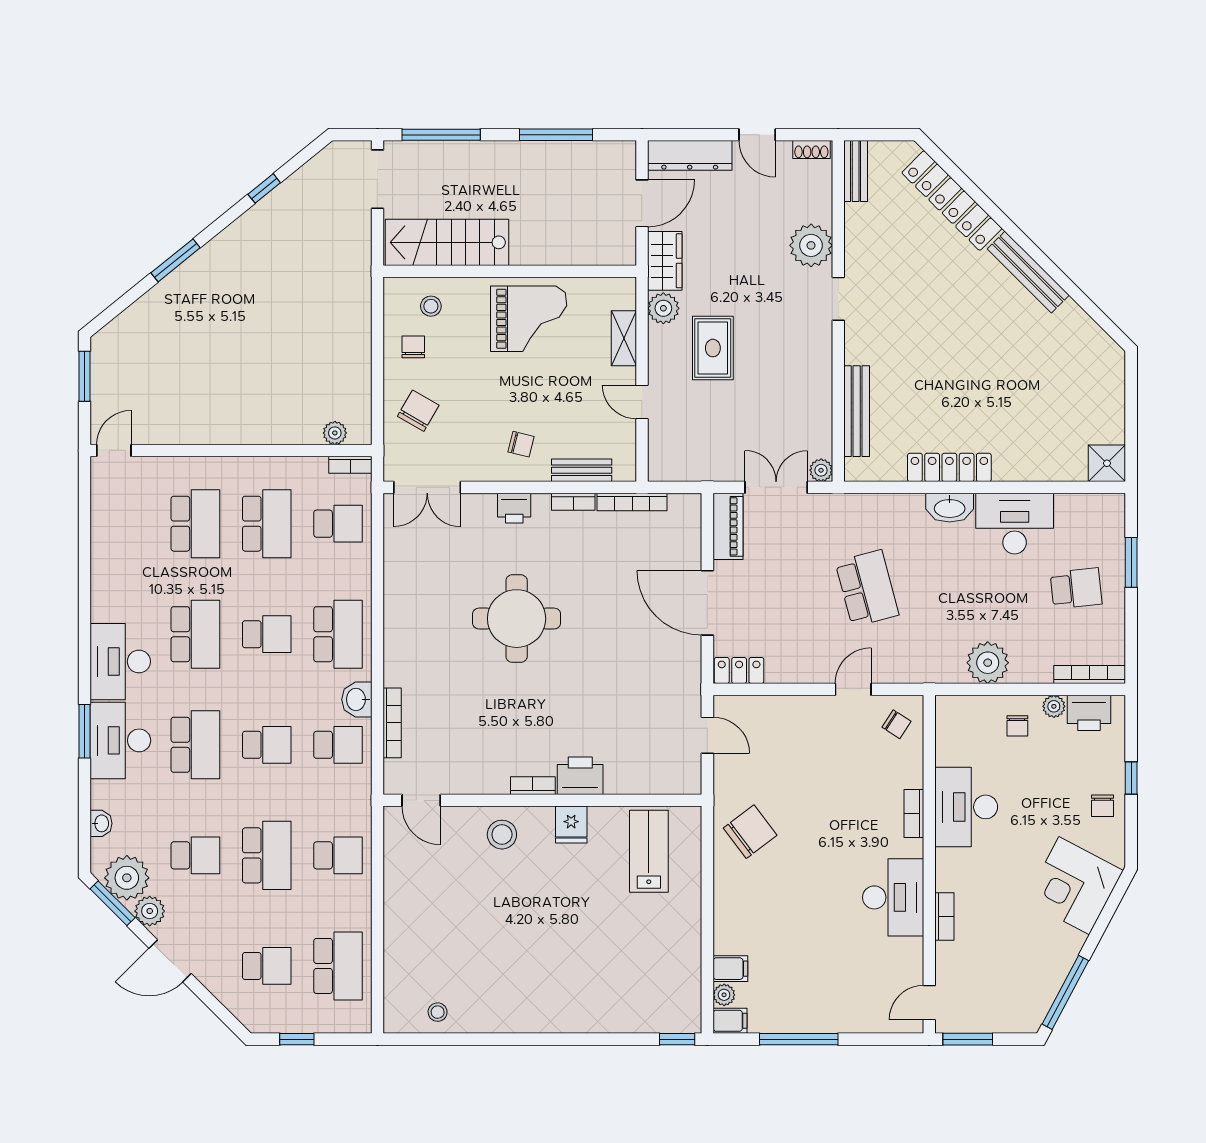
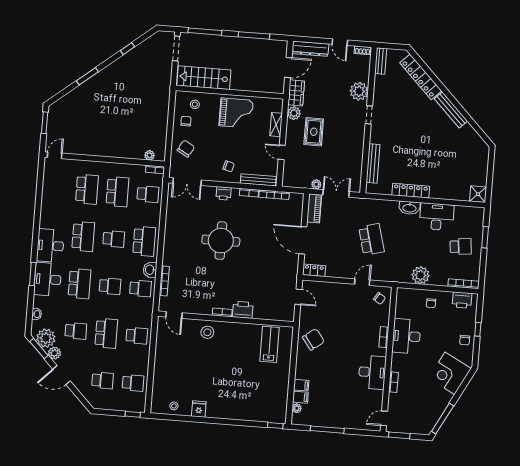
bench: (582, 470) -> (258, 180), width x1.36
plant: (821, 470) -> (316, 184), moved
plant: (1054, 706) -> (447, 296), removed
fridge: (571, 825) -> (199, 409), moved, turned 180
school desk: (338, 966) -> (133, 383), width x0.54
filing cabinet: (730, 1021) -> (301, 385), moved
window: (297, 1039) -> (133, 414), moved

